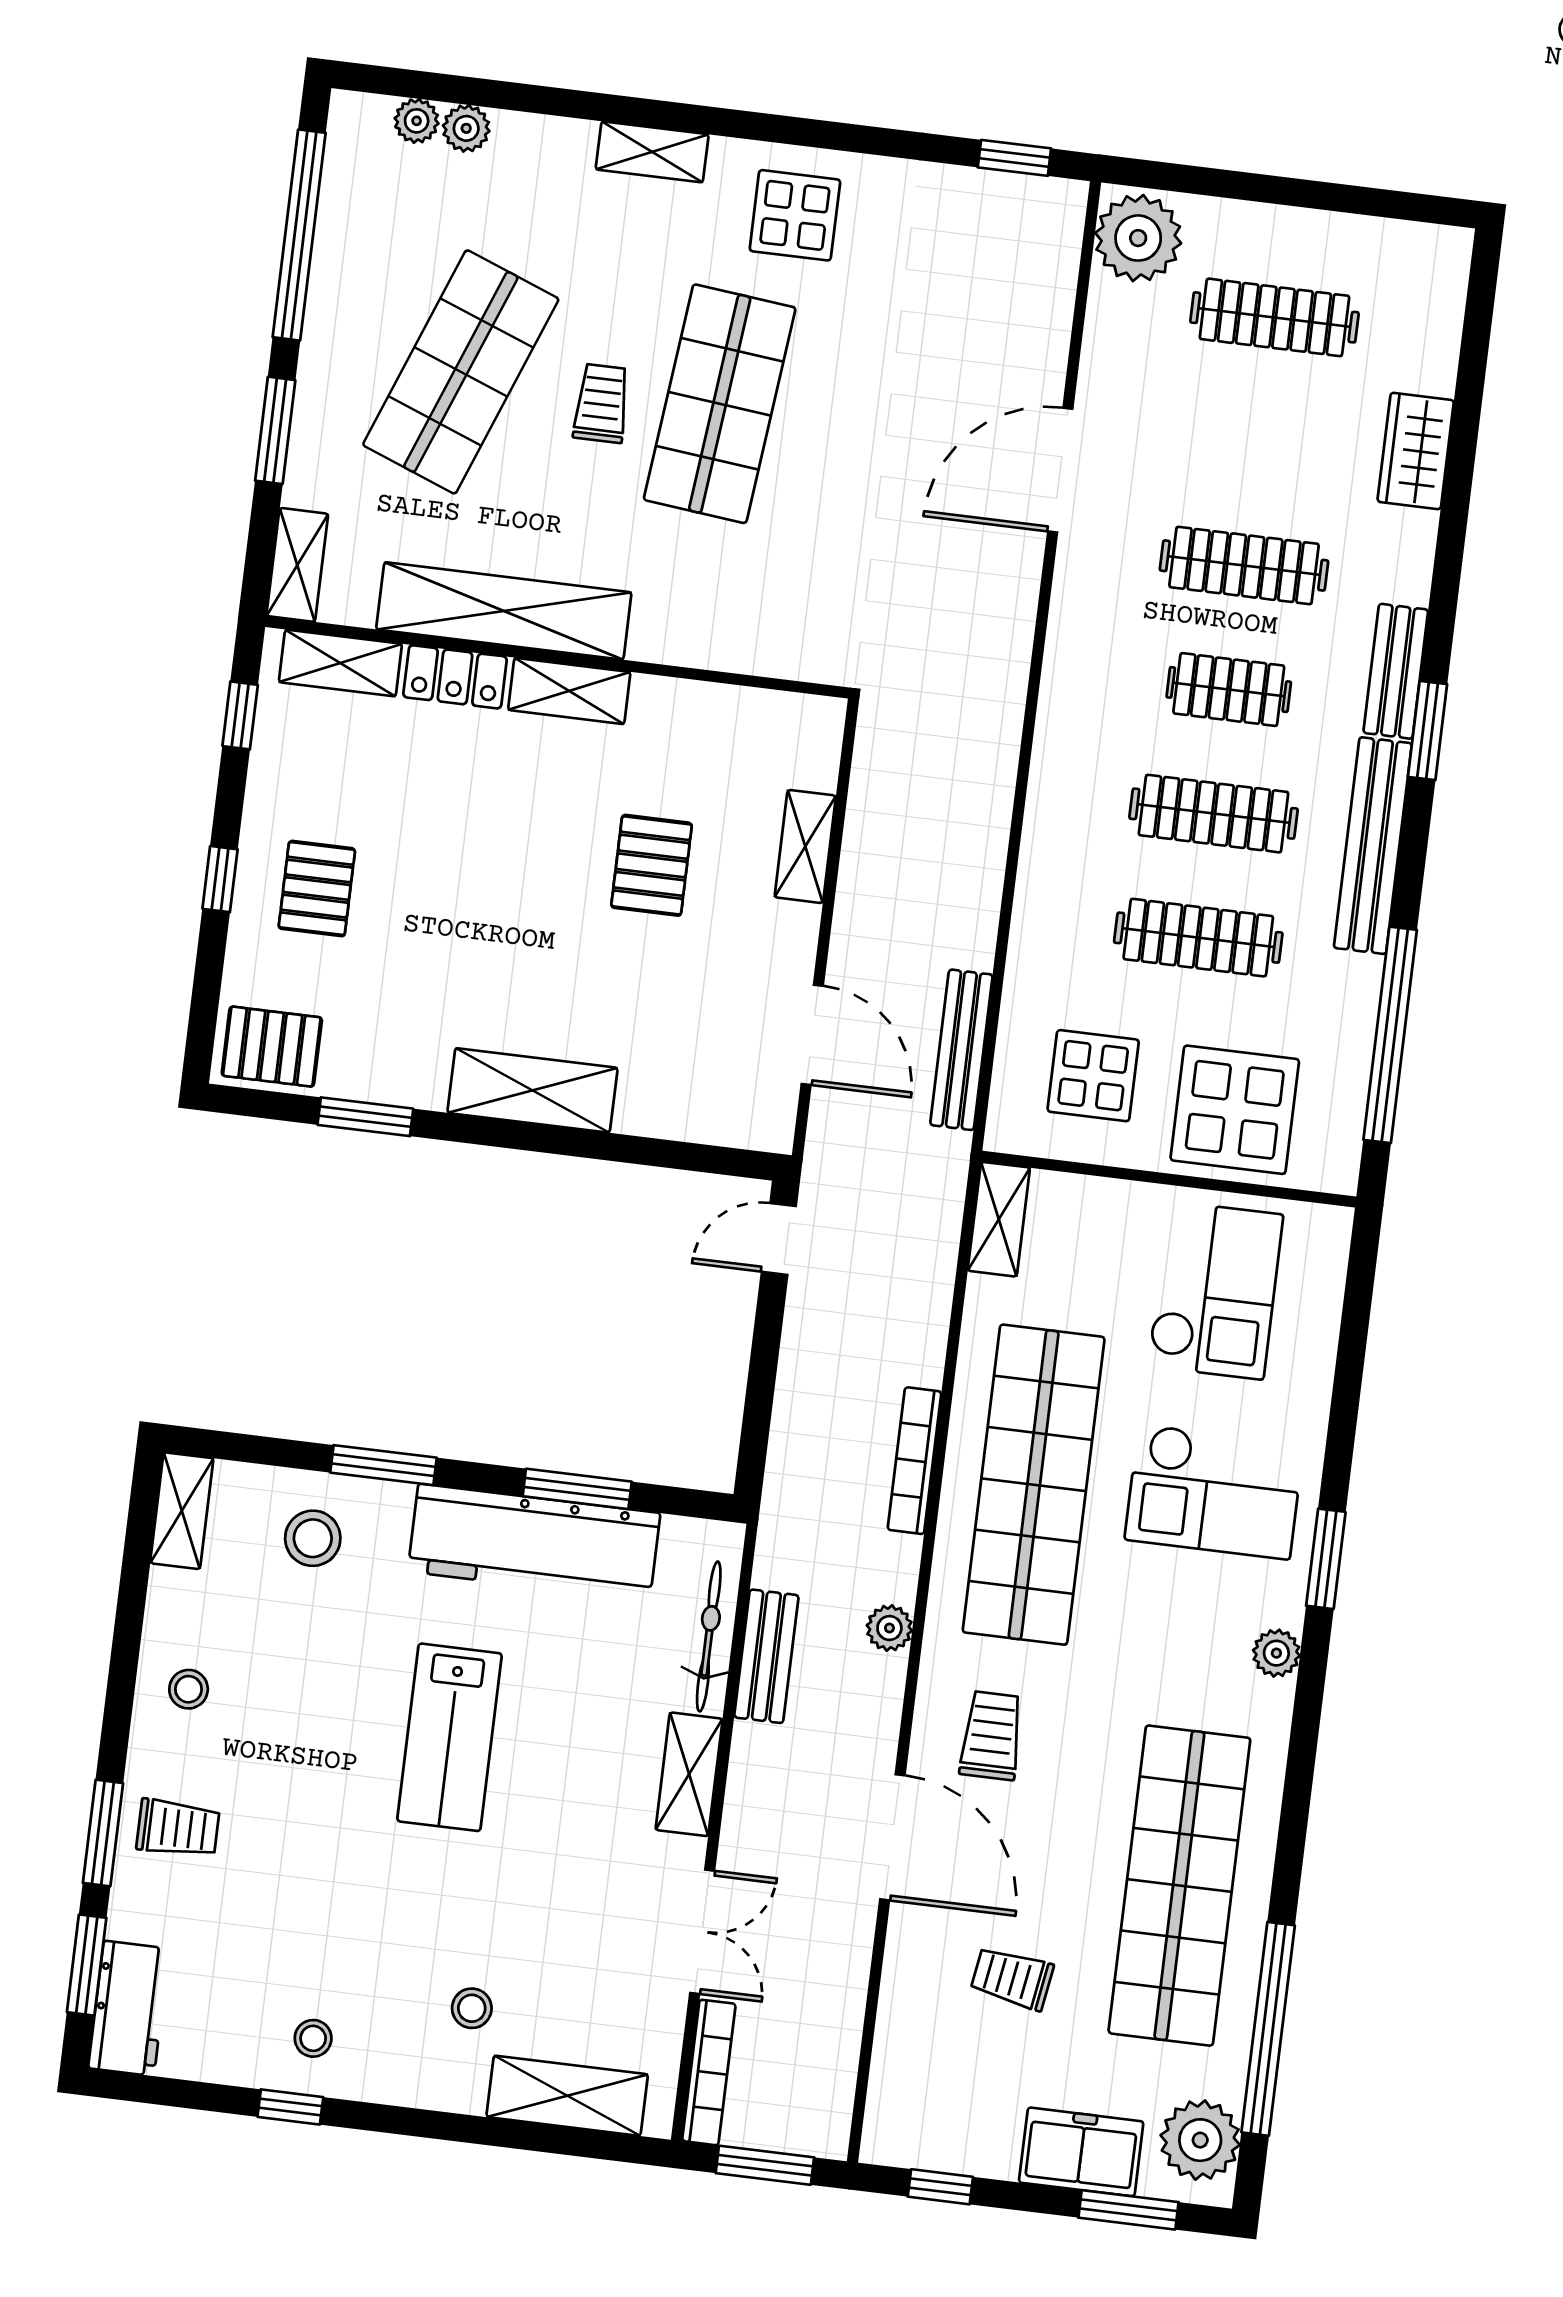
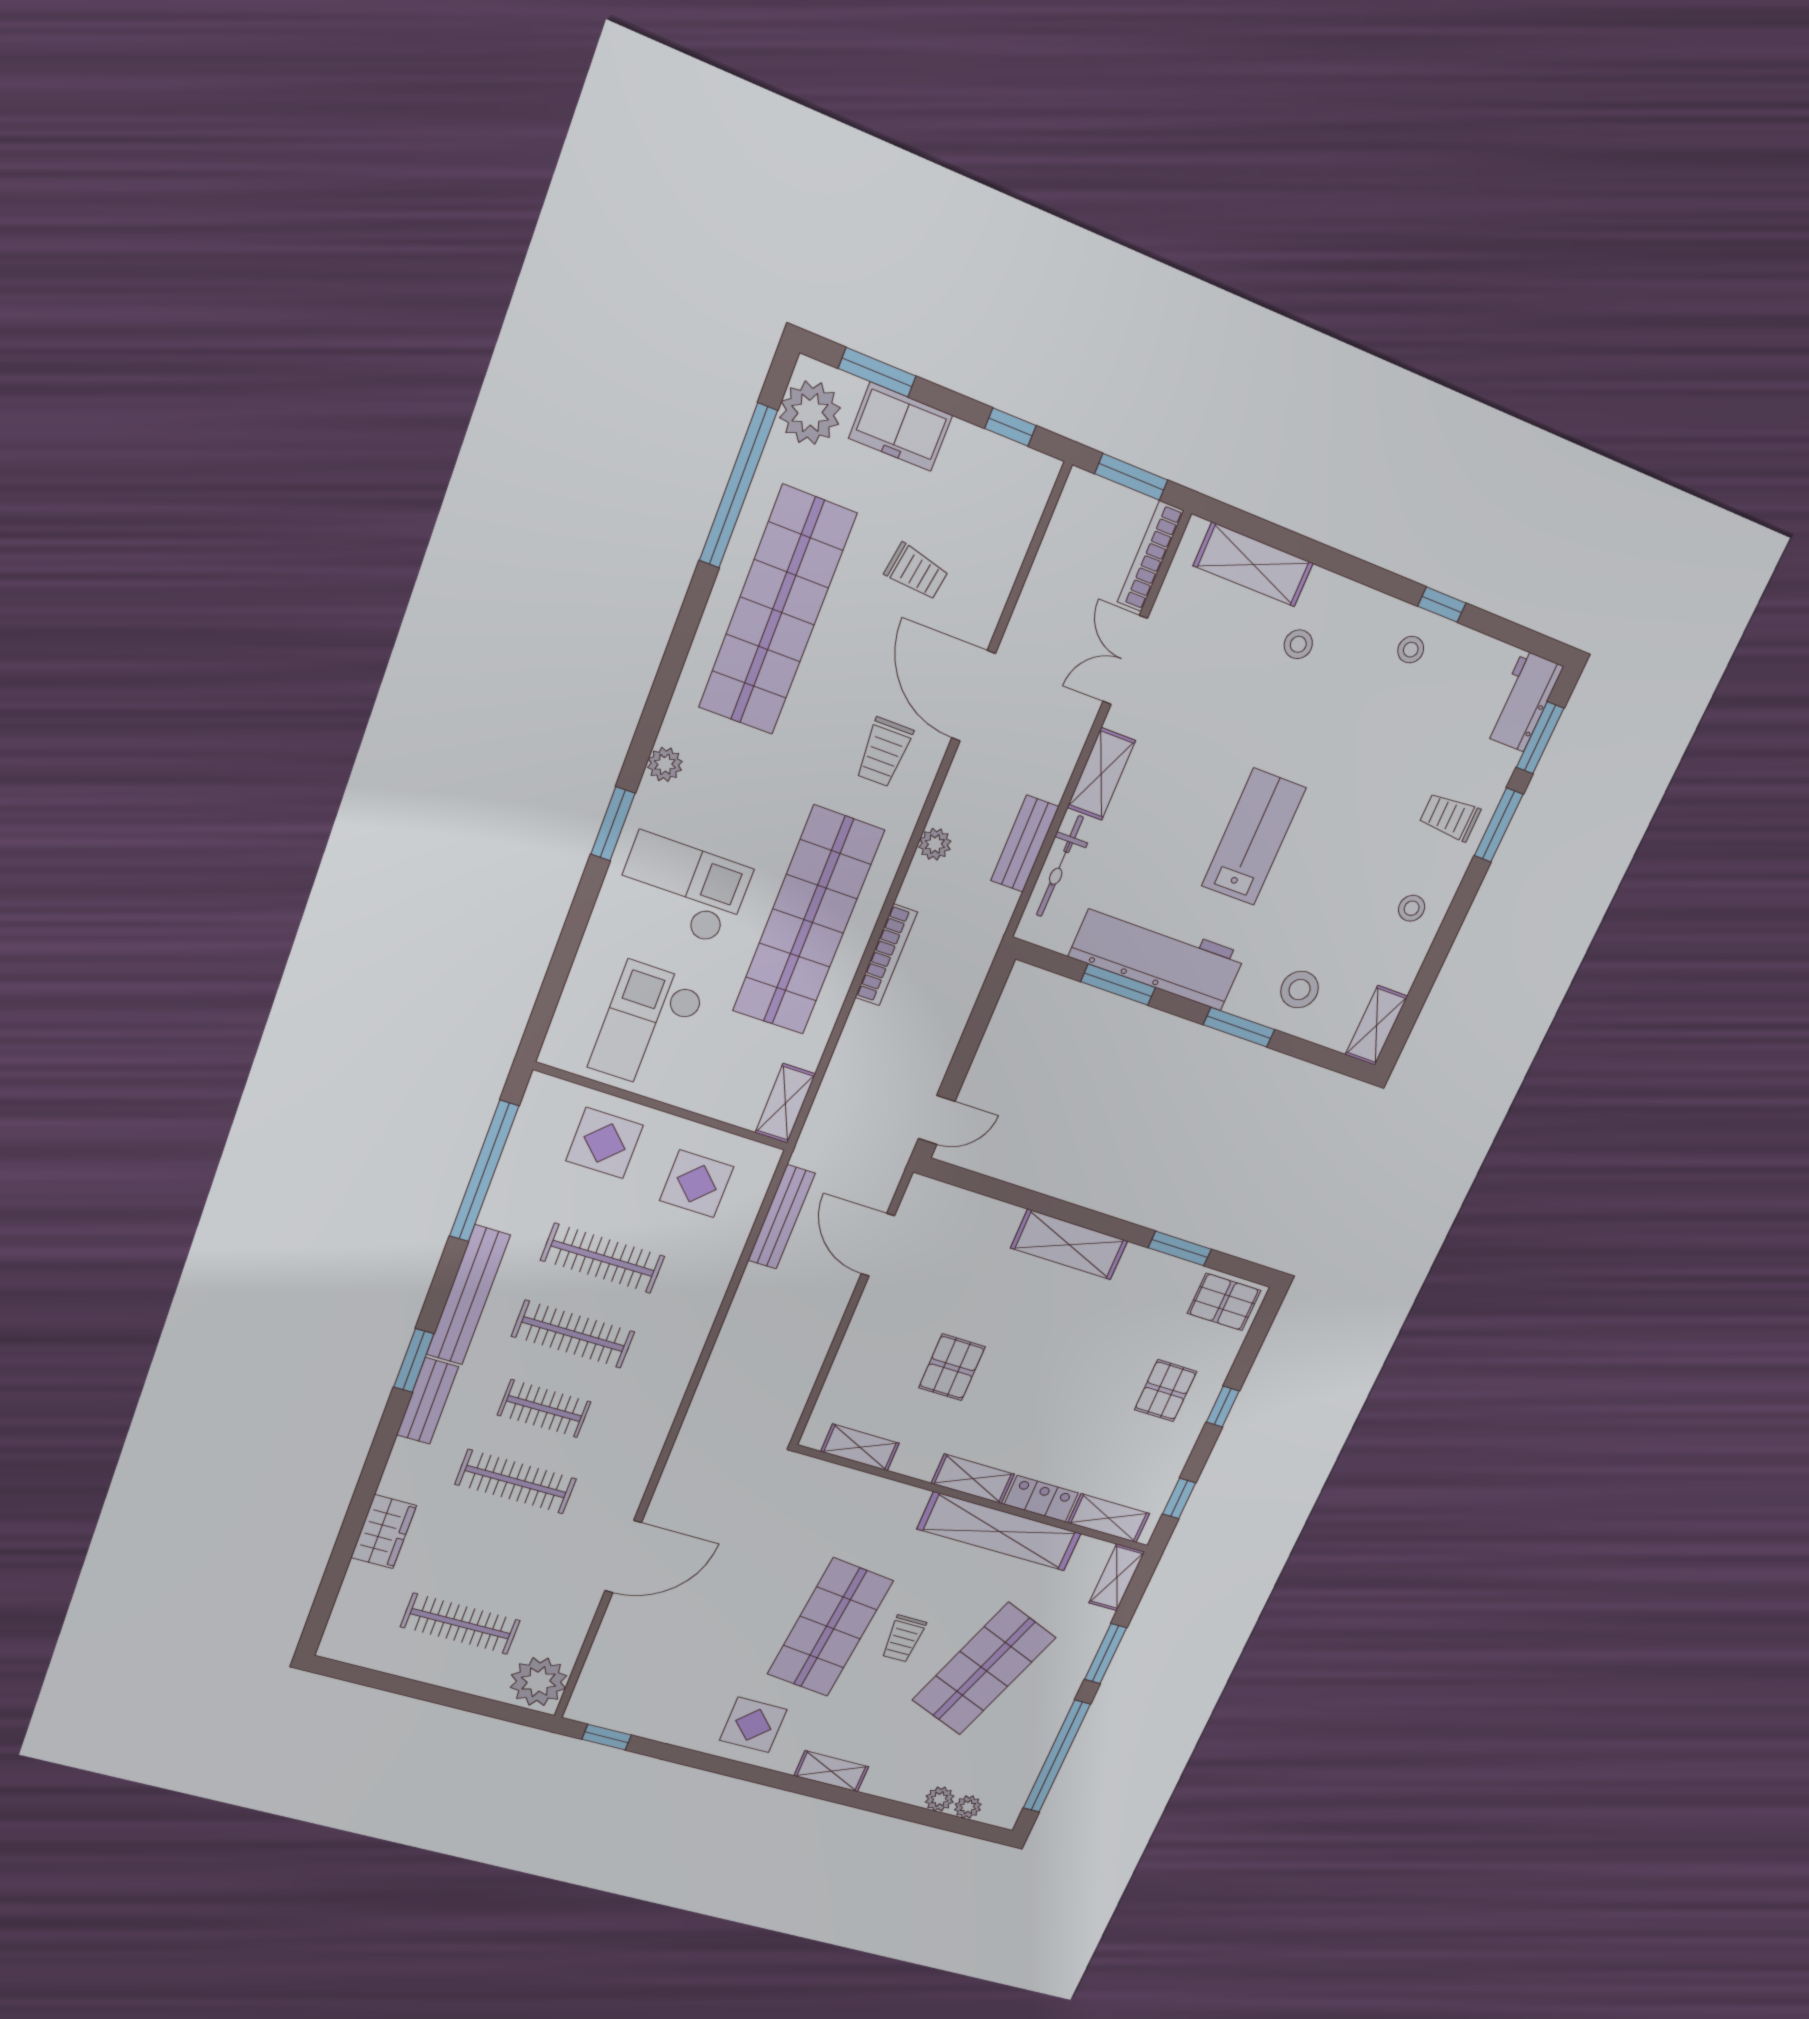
shelving: (805, 846) -> (860, 1447), moved, turned 90
display table: (1235, 1110) -> (605, 1143), width x0.73, depth x0.73

